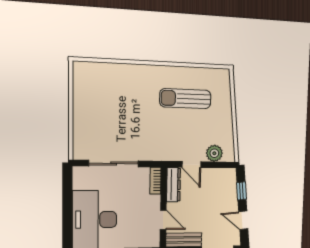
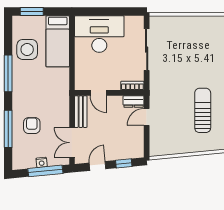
plant: (214, 153) -> (157, 137), removed
dresser: (174, 185) -> (134, 102), width x0.70
door: (163, 220) -> (98, 93), hinge flipped

